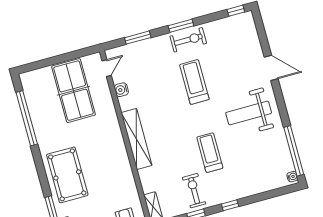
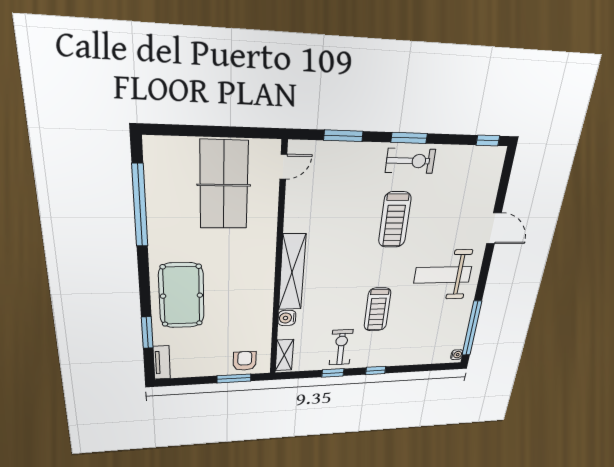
treadmill: (194, 82) -> (395, 220), turned 180
water cooler: (121, 90) -> (287, 318), moved
treadmill: (210, 153) -> (377, 309), turned 180

